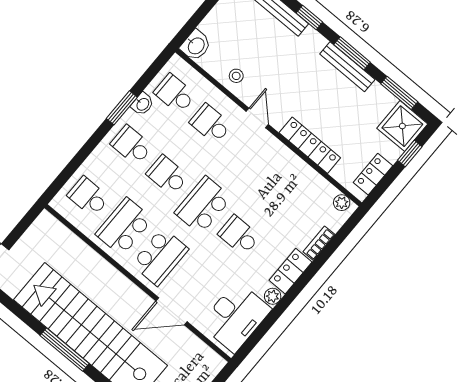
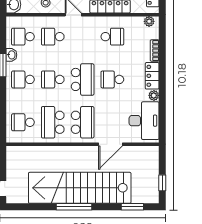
school desk: (282, 184) -> (112, 37), added
school desk: (203, 205) -> (83, 79), turned 180

